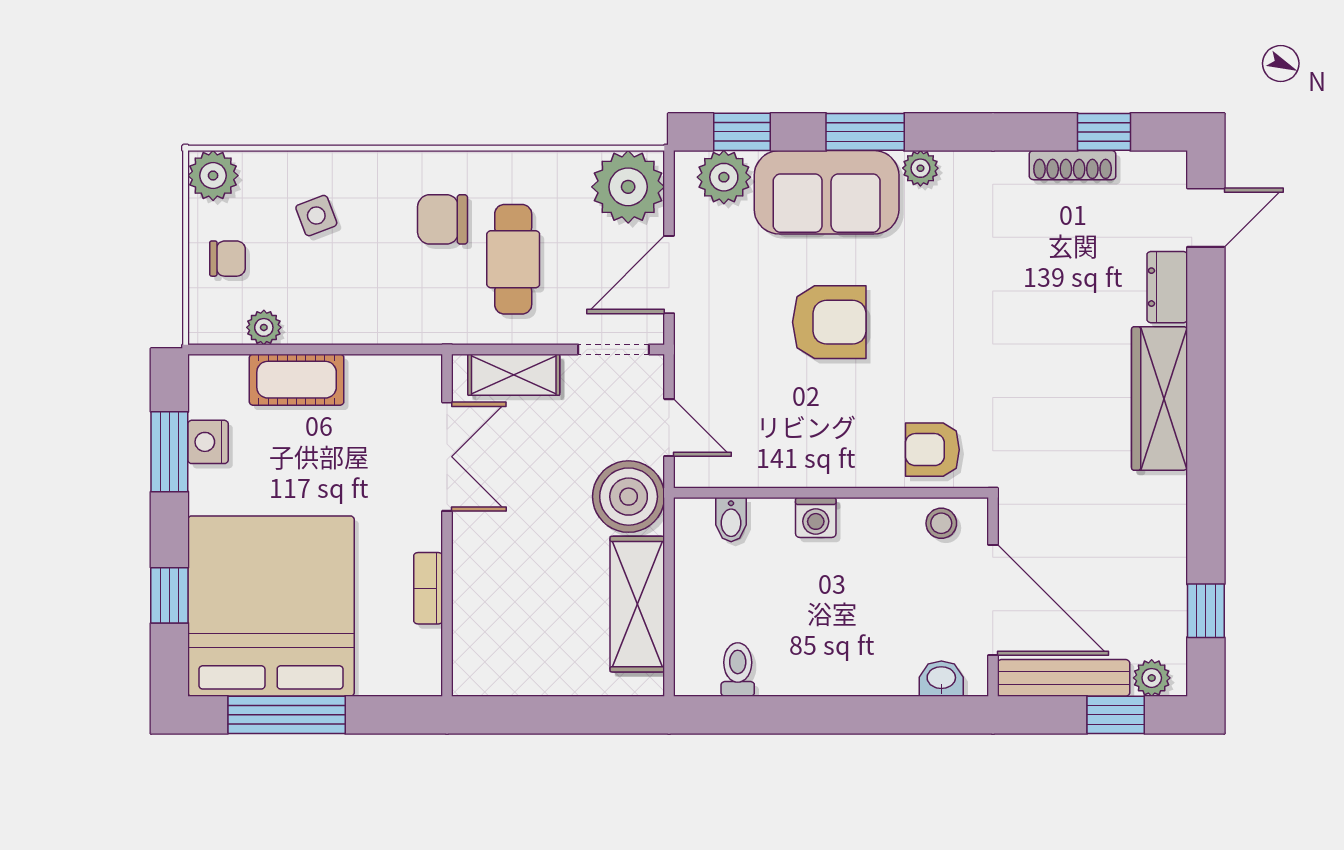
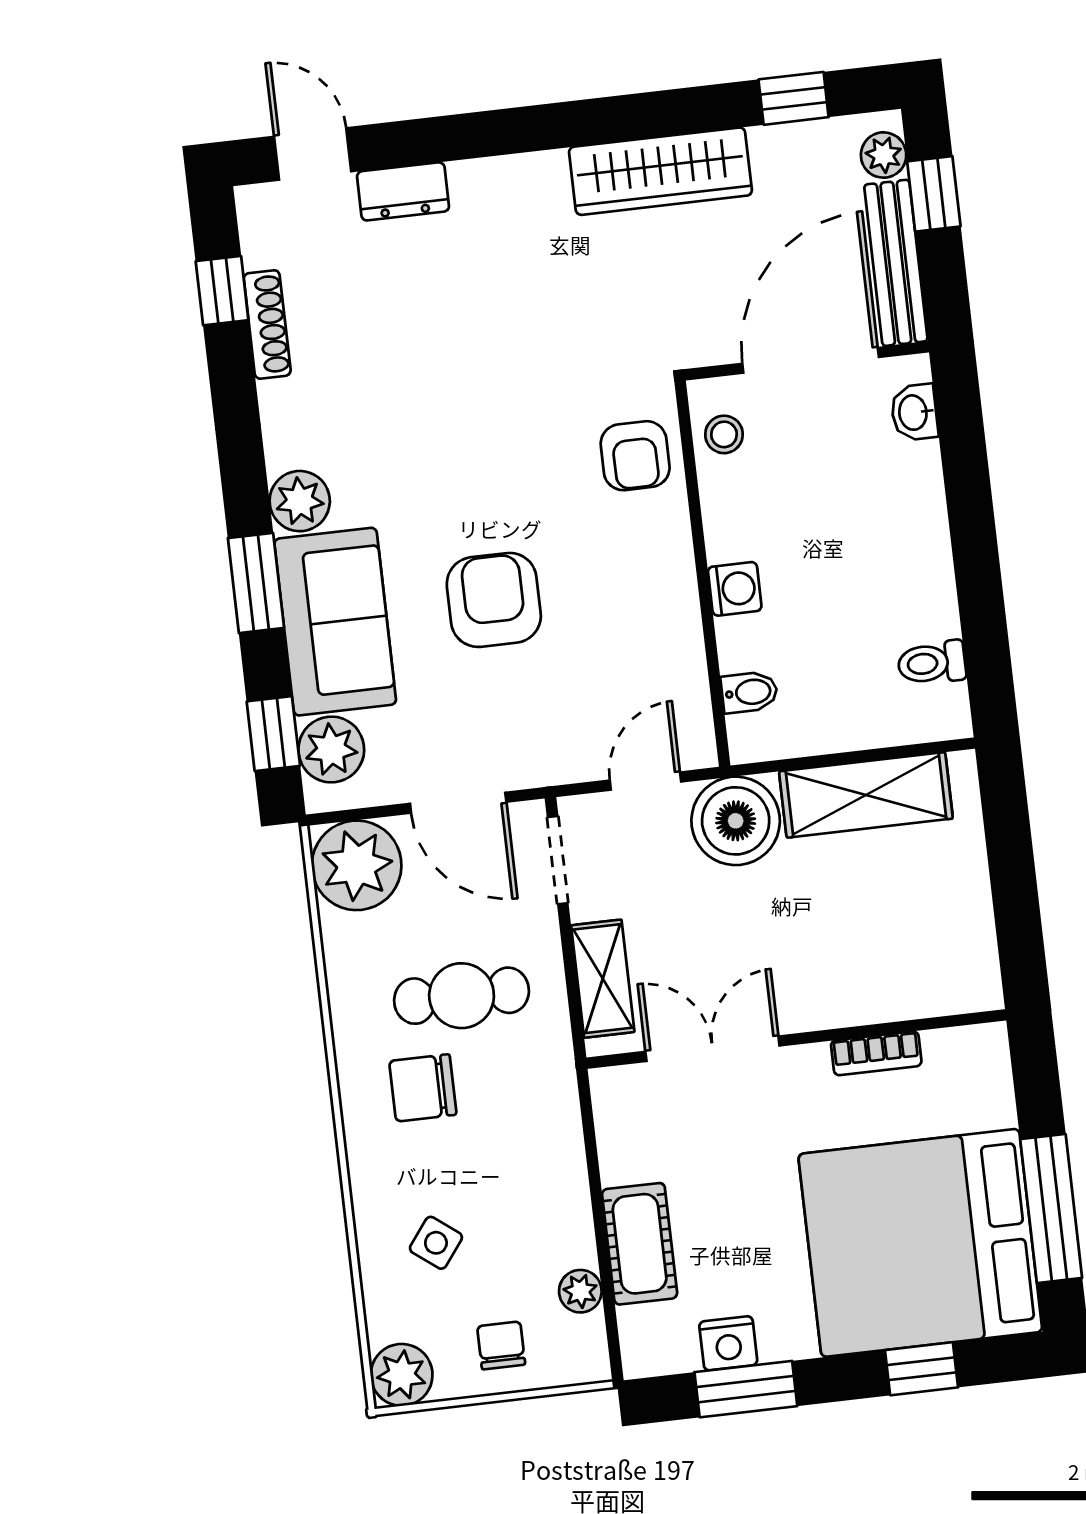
plant: (920, 168) -> (300, 501), width x1.38, depth x1.38
side table: (316, 216) -> (436, 1243), turned -32
chair: (443, 219) -> (423, 1088), turned 90
wardrobe: (1159, 398) -> (660, 171), moved

